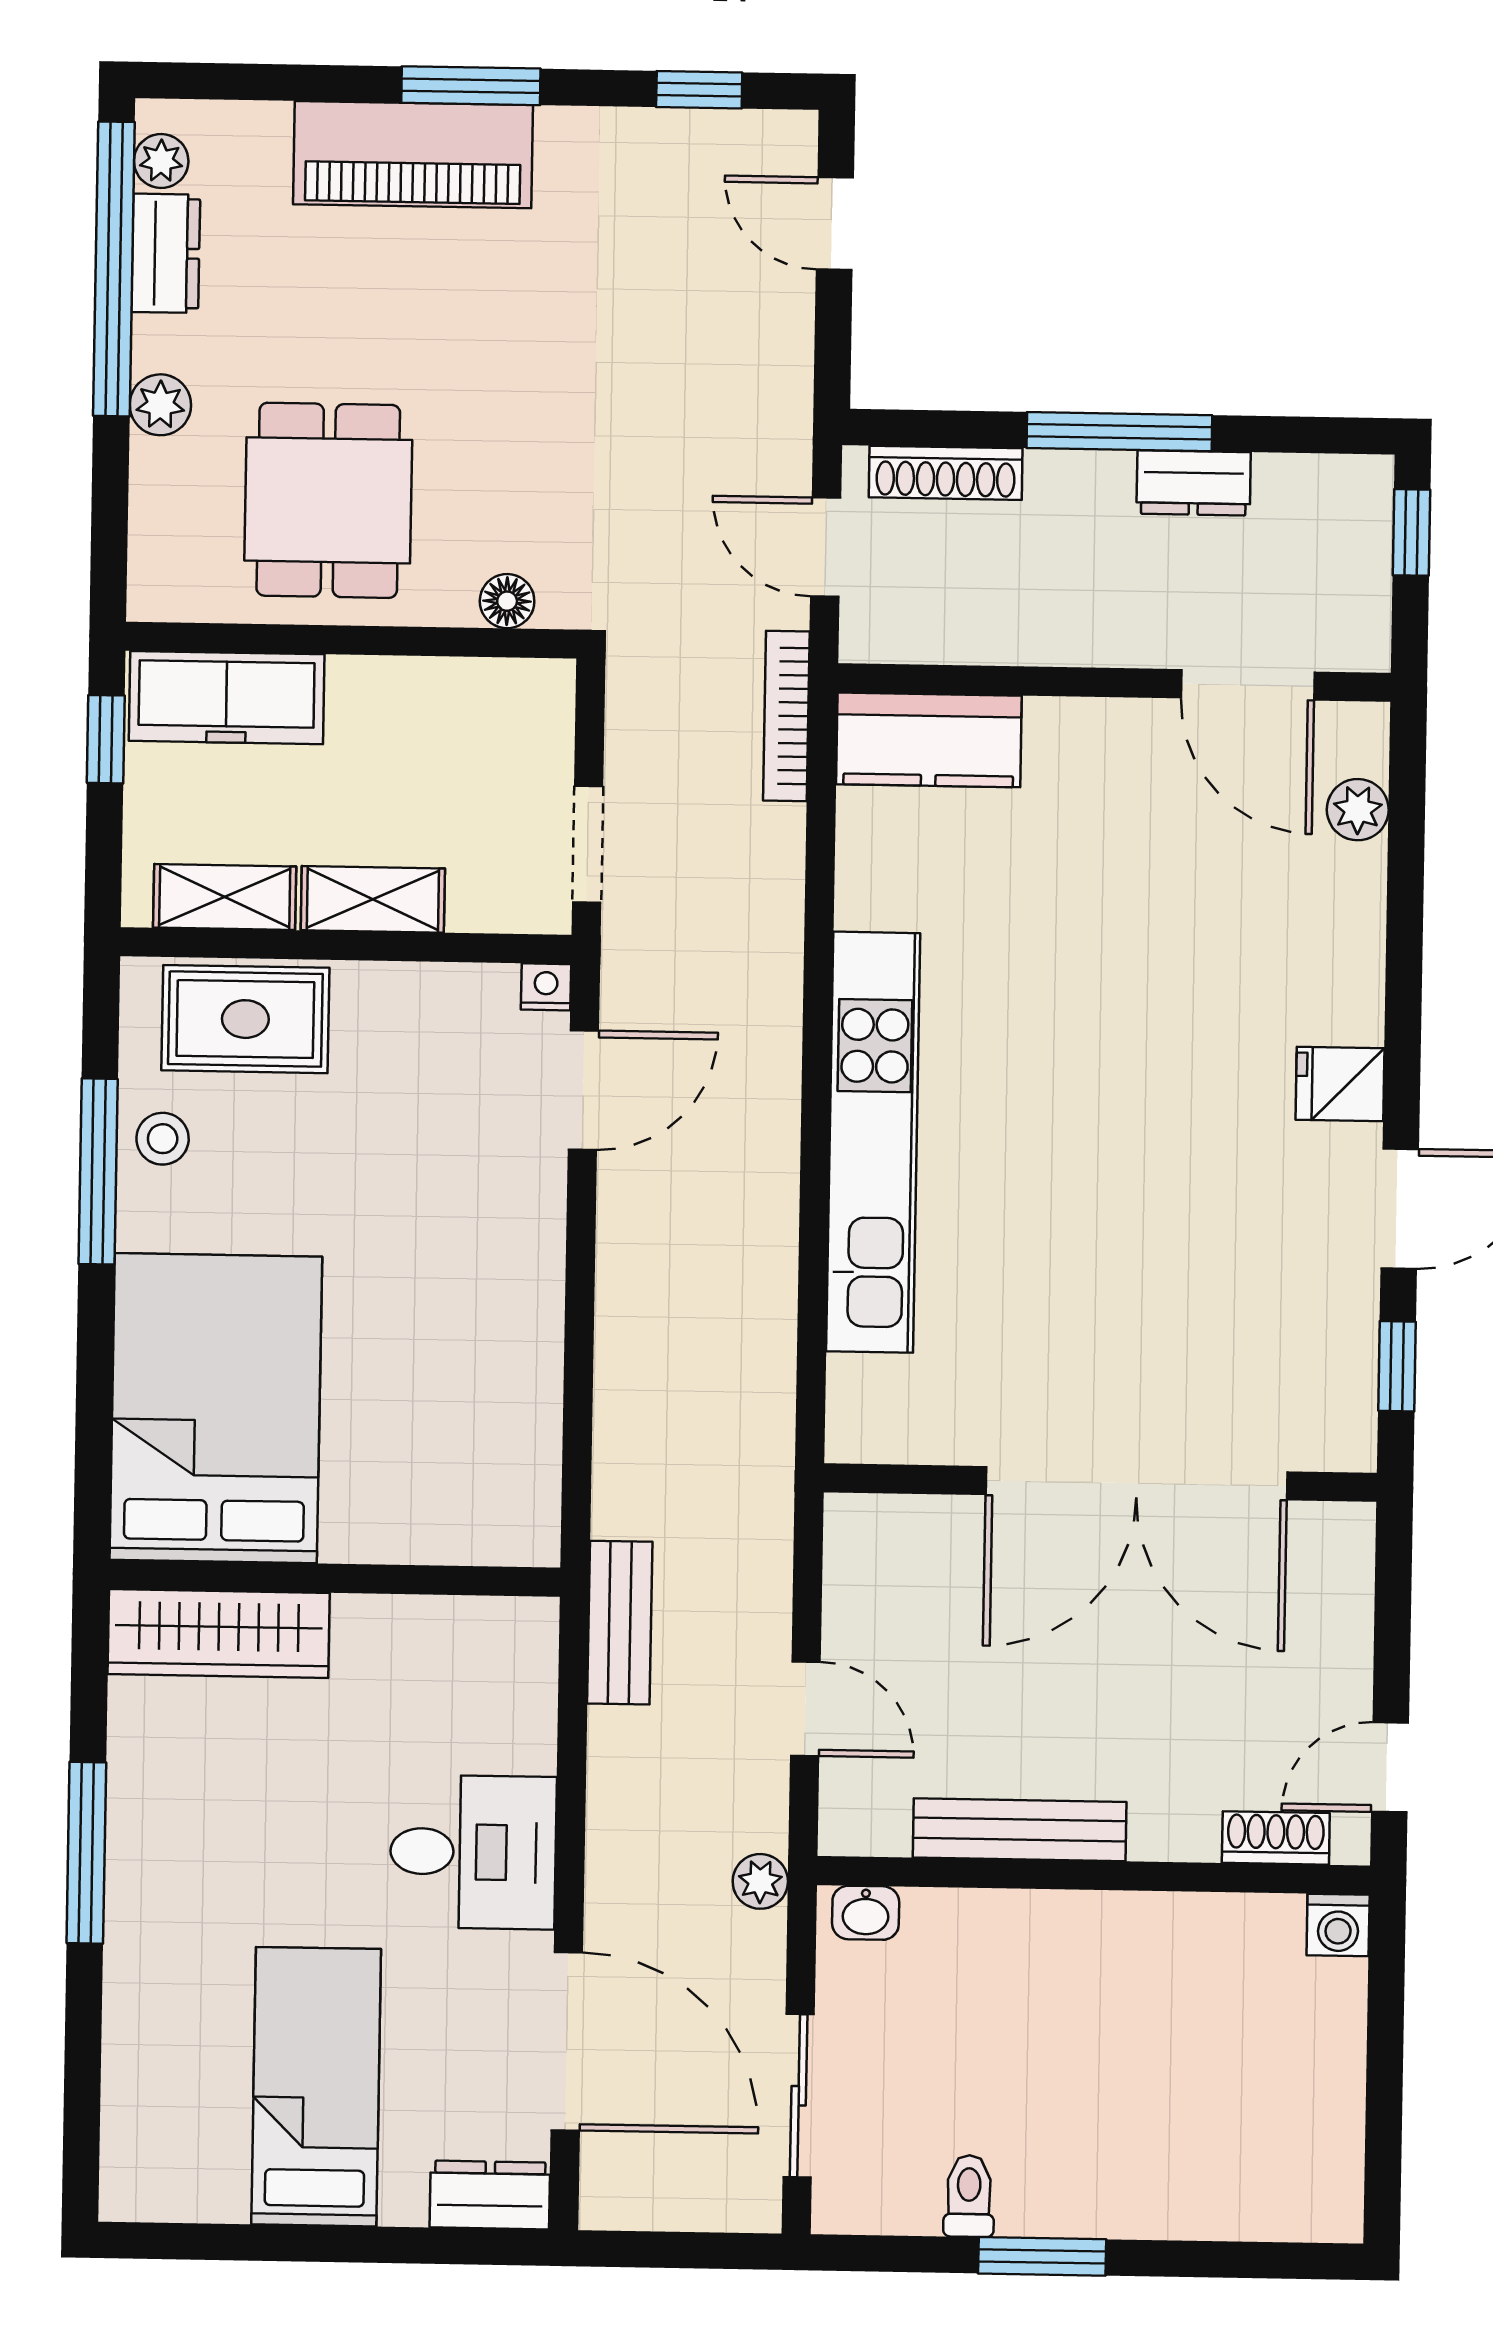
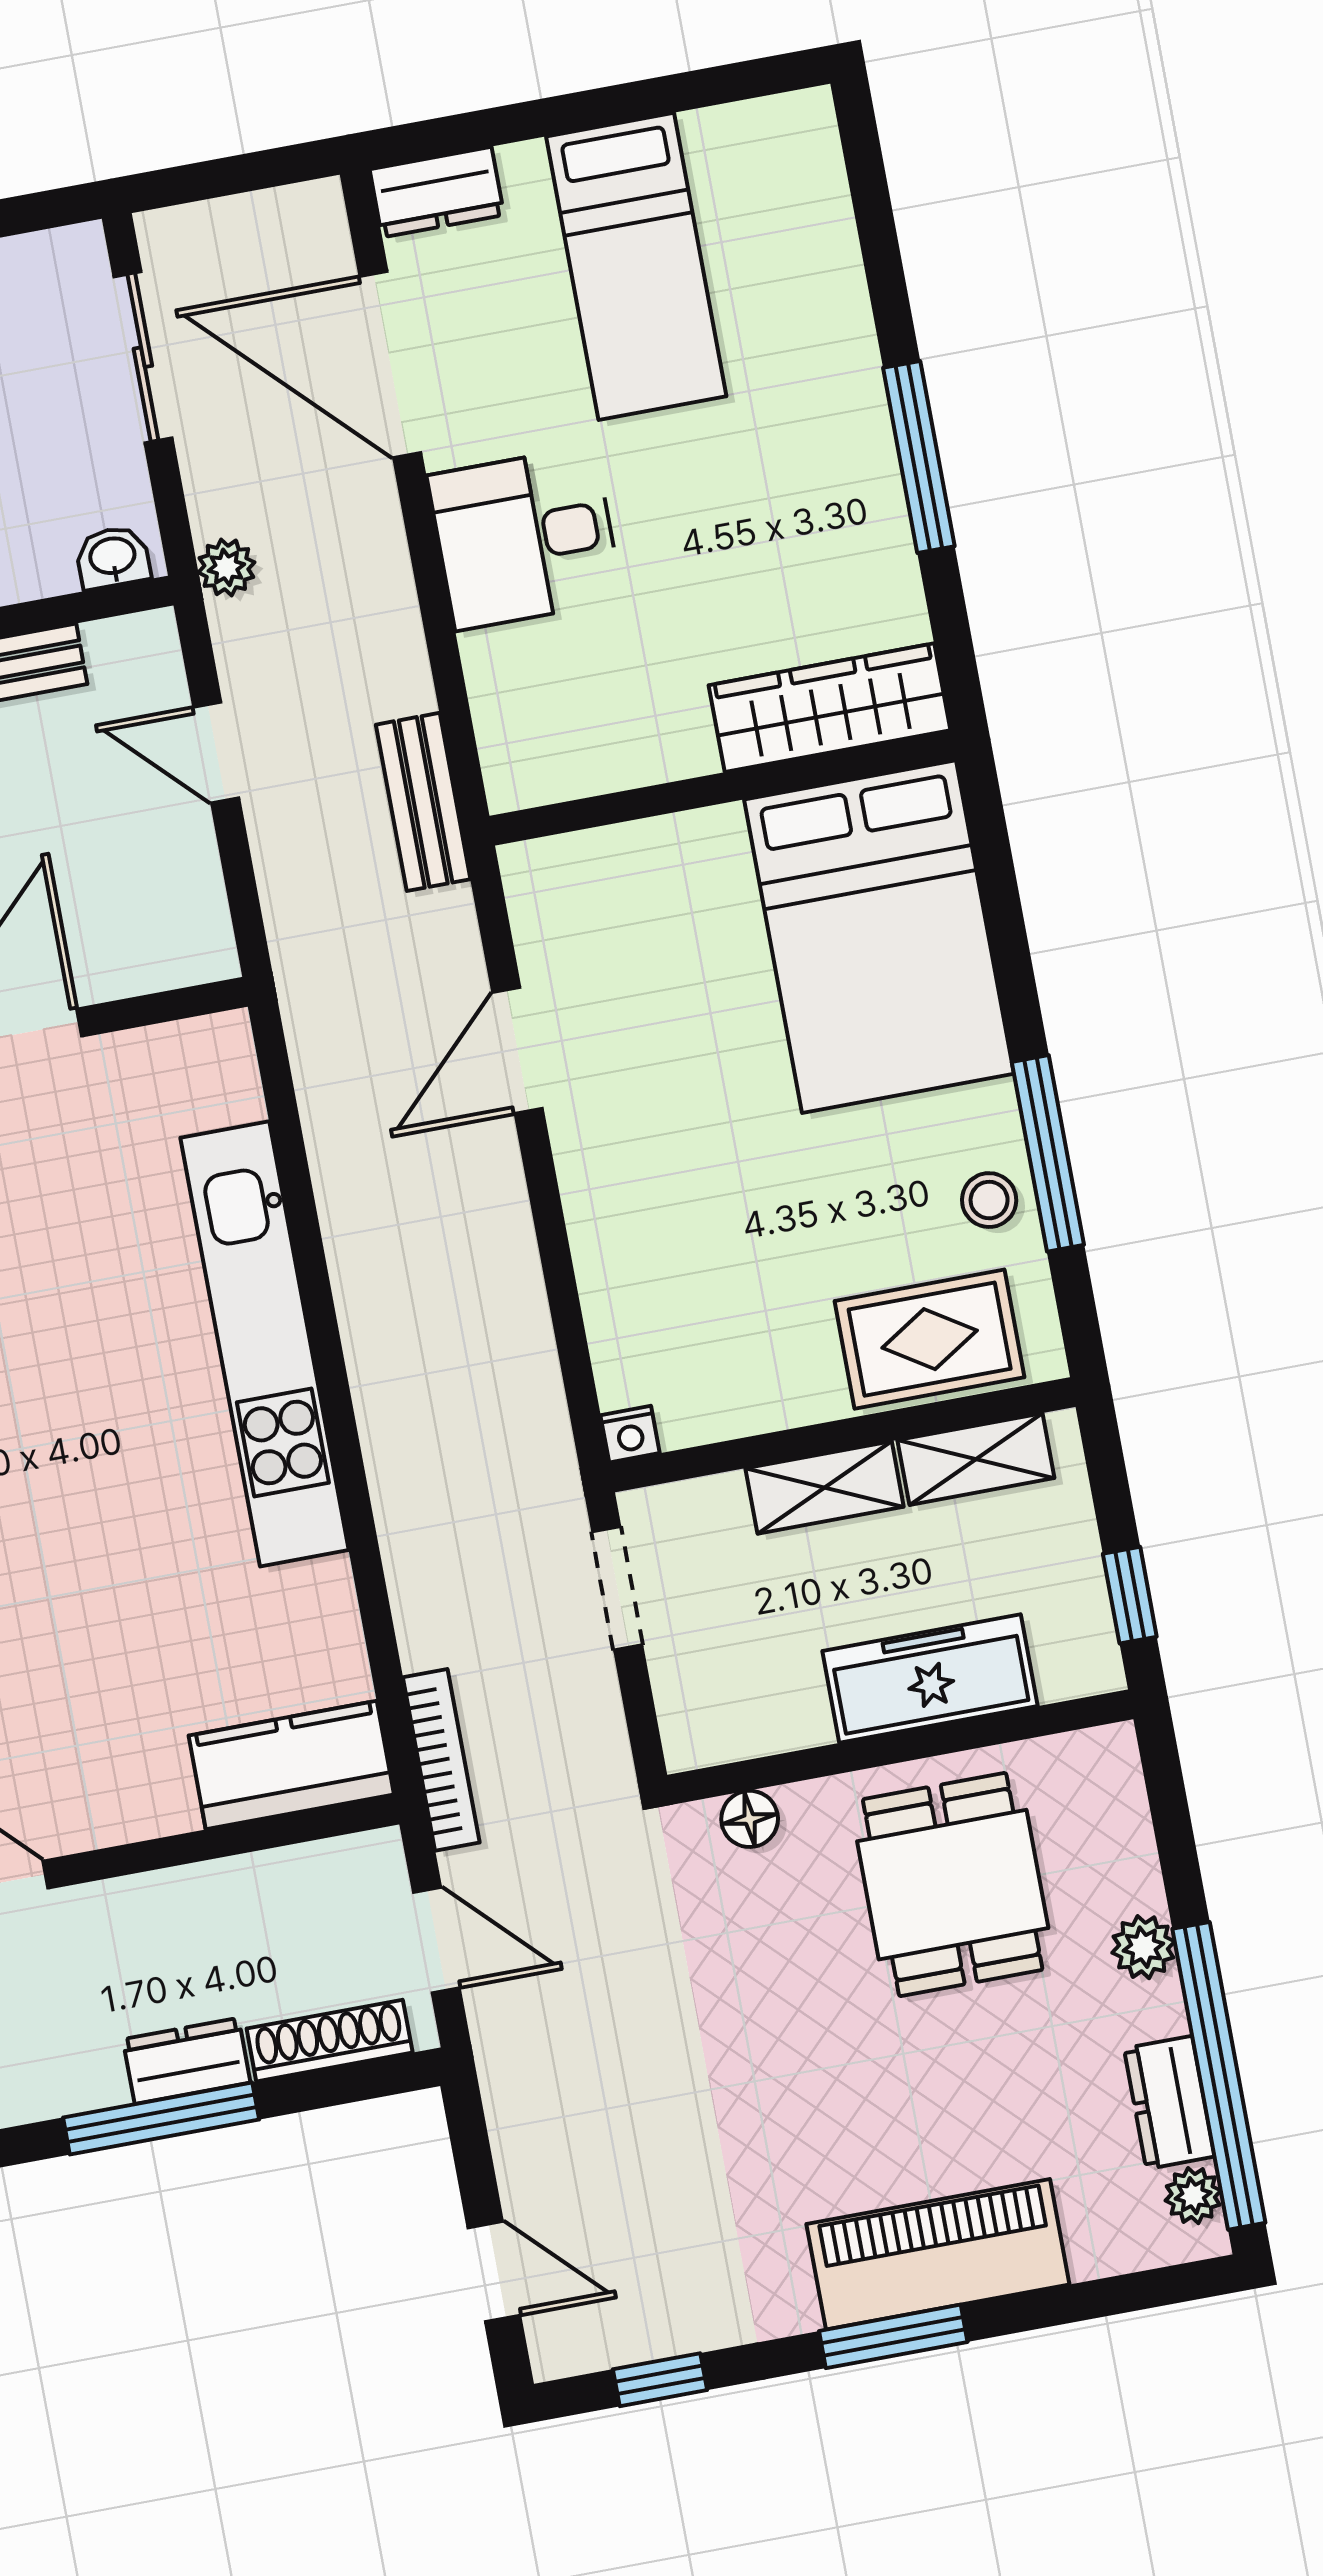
dresser: (1194, 483) -> (187, 2061), moved
freezer: (227, 698) -> (930, 1678), moved
door: (583, 1090) -> (517, 1050), moved

